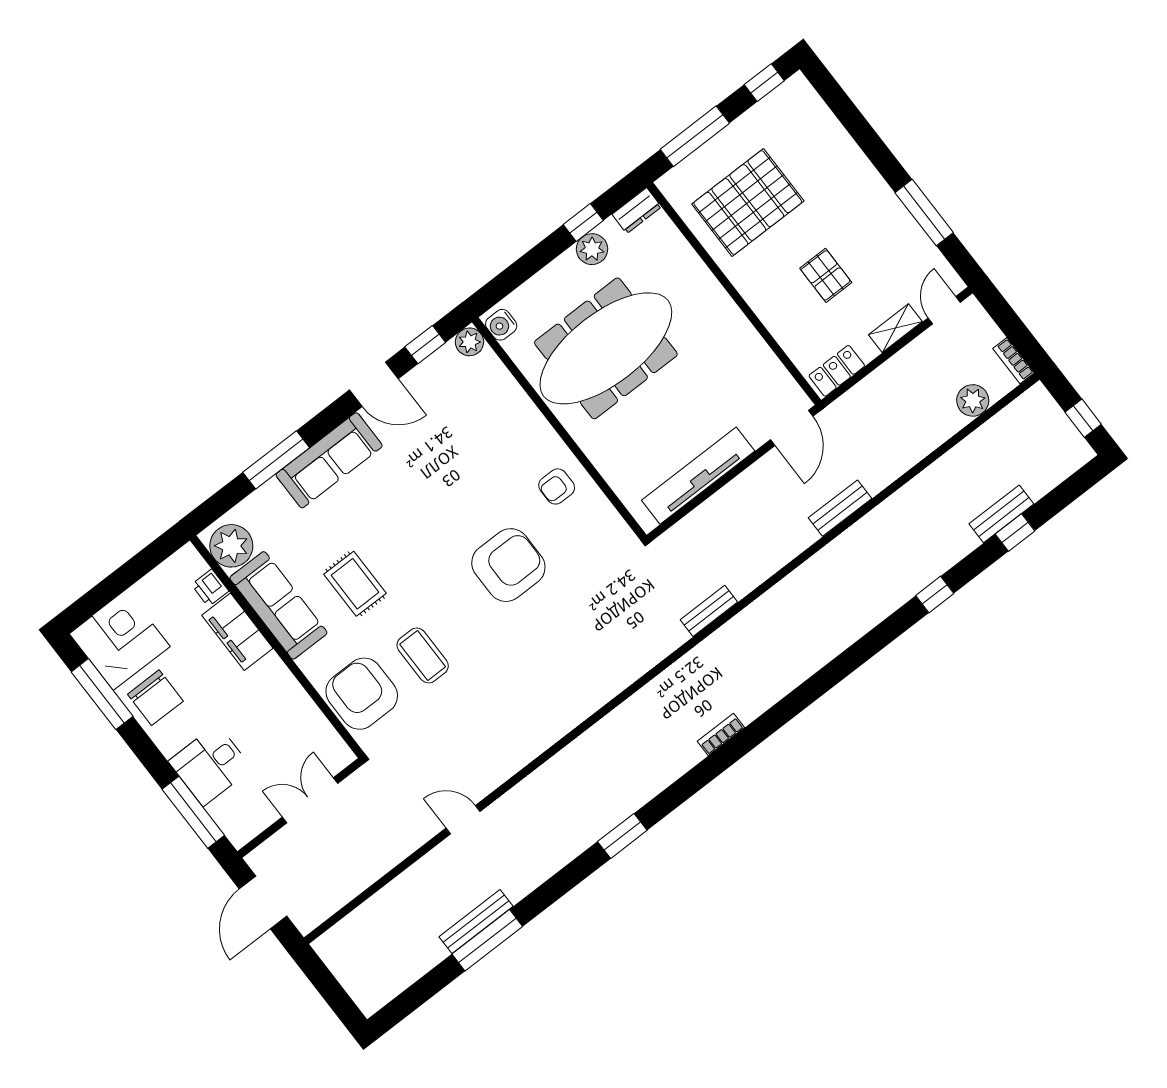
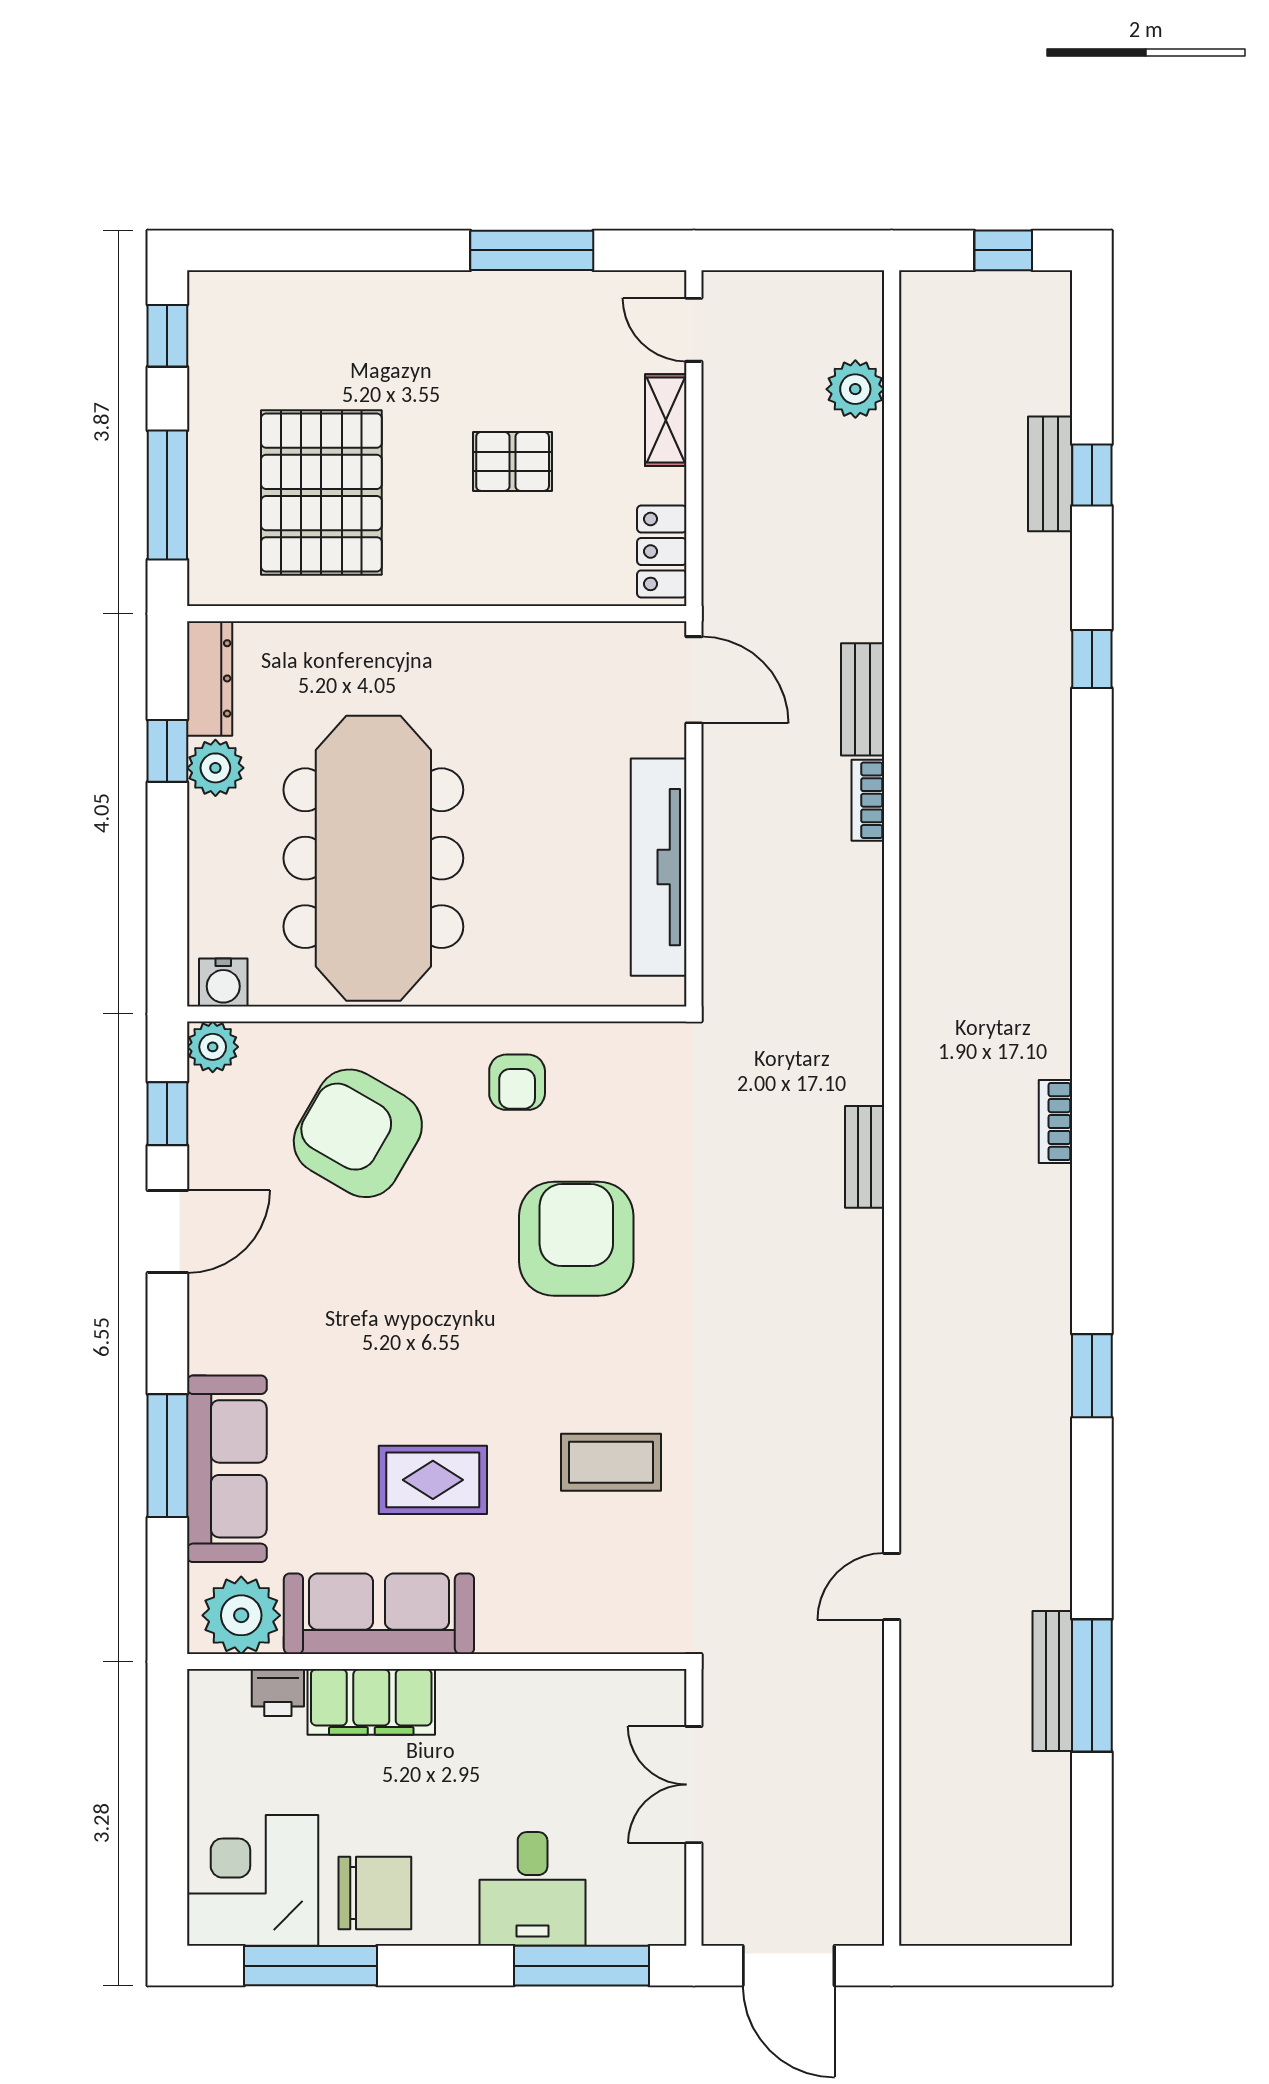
dresser: (637, 211) -> (210, 678), width x1.44
bookcase: (1014, 361) -> (868, 800), moved, turned 90
sofa: (329, 460) -> (227, 1469), moved
bench: (709, 611) -> (865, 1157), moved
armchair: (362, 694) -> (358, 1133), moved, turned 30

